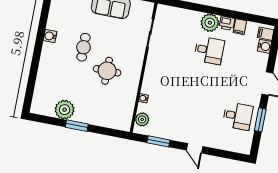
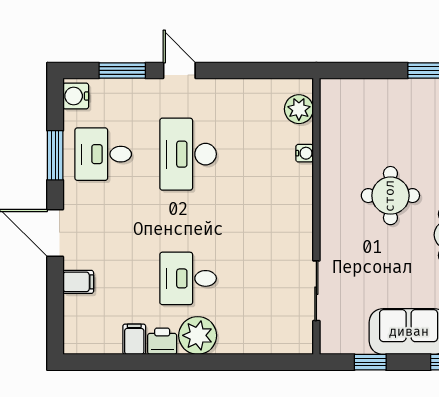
filing cabinet: (266, 34) -> (78, 282), moved
water cooler: (264, 46) -> (76, 96), moved
desk: (198, 108) -> (188, 154), added
window: (158, 141) -> (122, 70), moved

